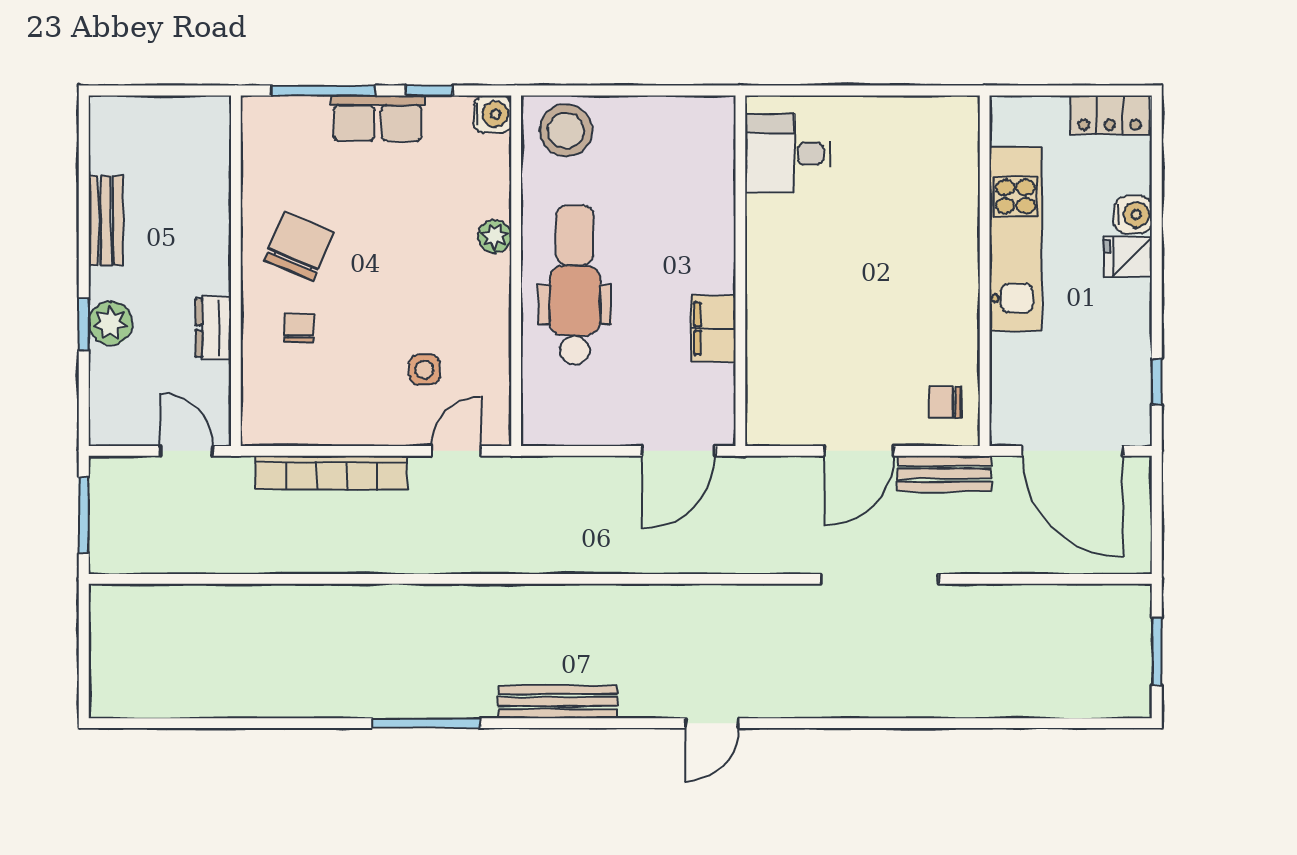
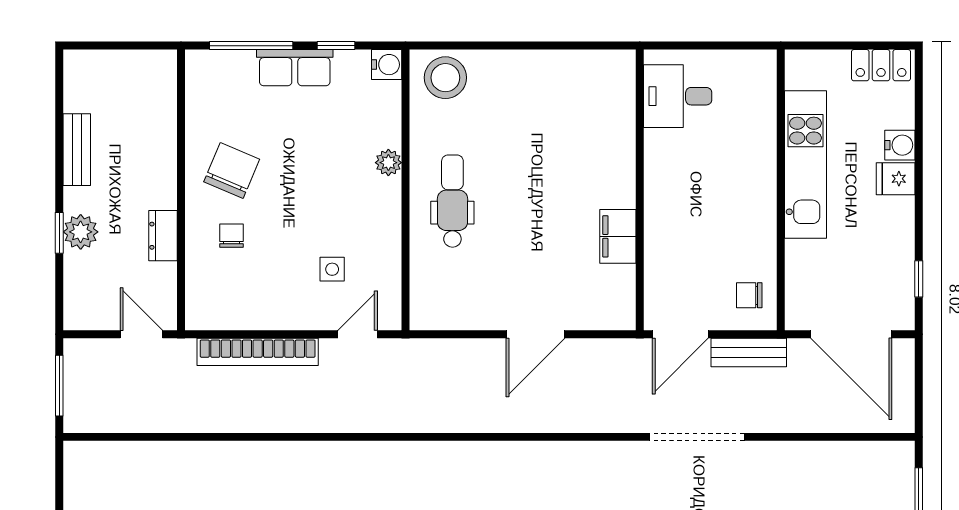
desk: (788, 154) -> (678, 96), moved
wall: (740, 271) -> (640, 190), moved
dental chair: (575, 285) -> (452, 201), width x0.73, depth x0.72
filing cabinet: (713, 329) -> (618, 236), moved

